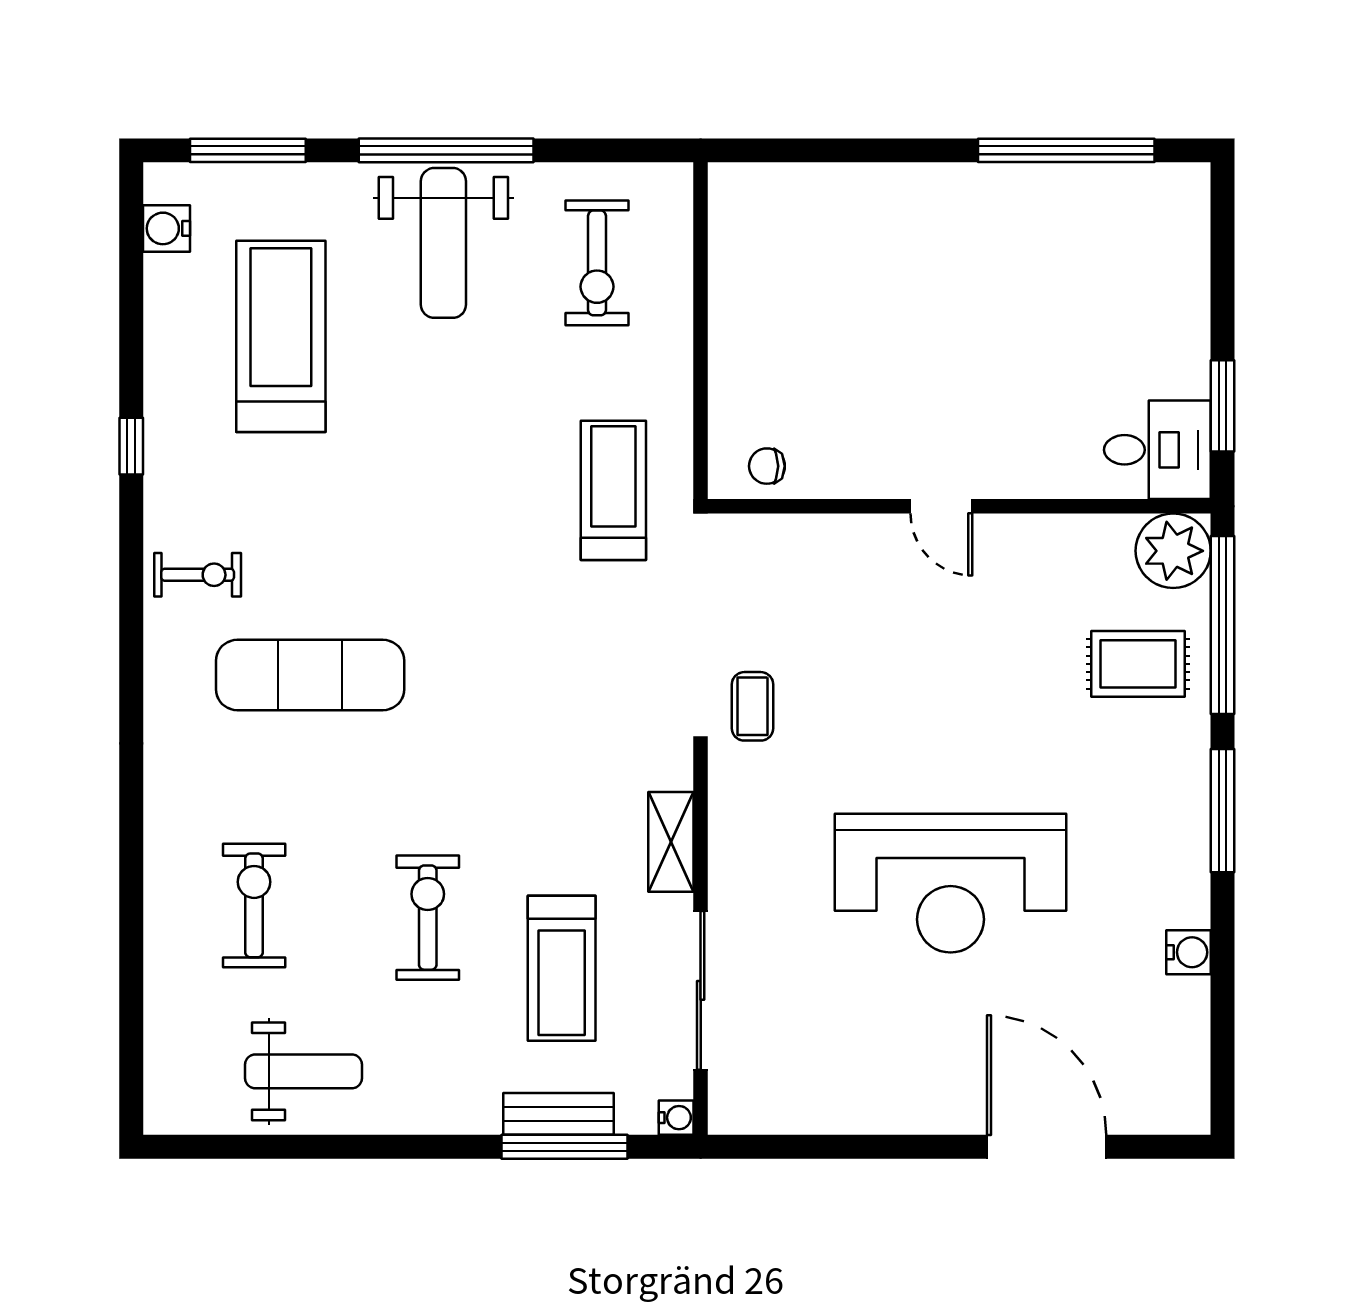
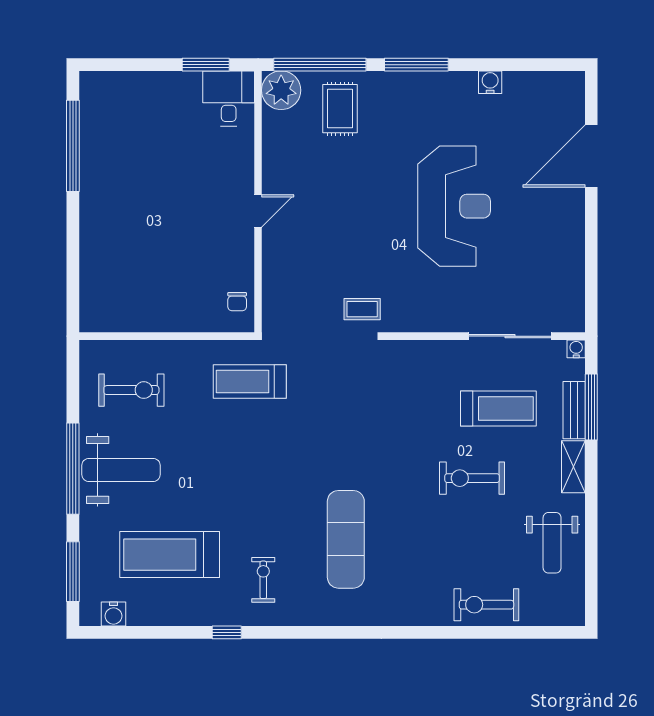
exercise bike: (198, 575) -> (263, 580), moved
shelving: (671, 842) -> (573, 467), moved, turned 90
exercise bike: (254, 905) -> (486, 605), moved
weight bench: (304, 1071) -> (552, 543), turned 180

